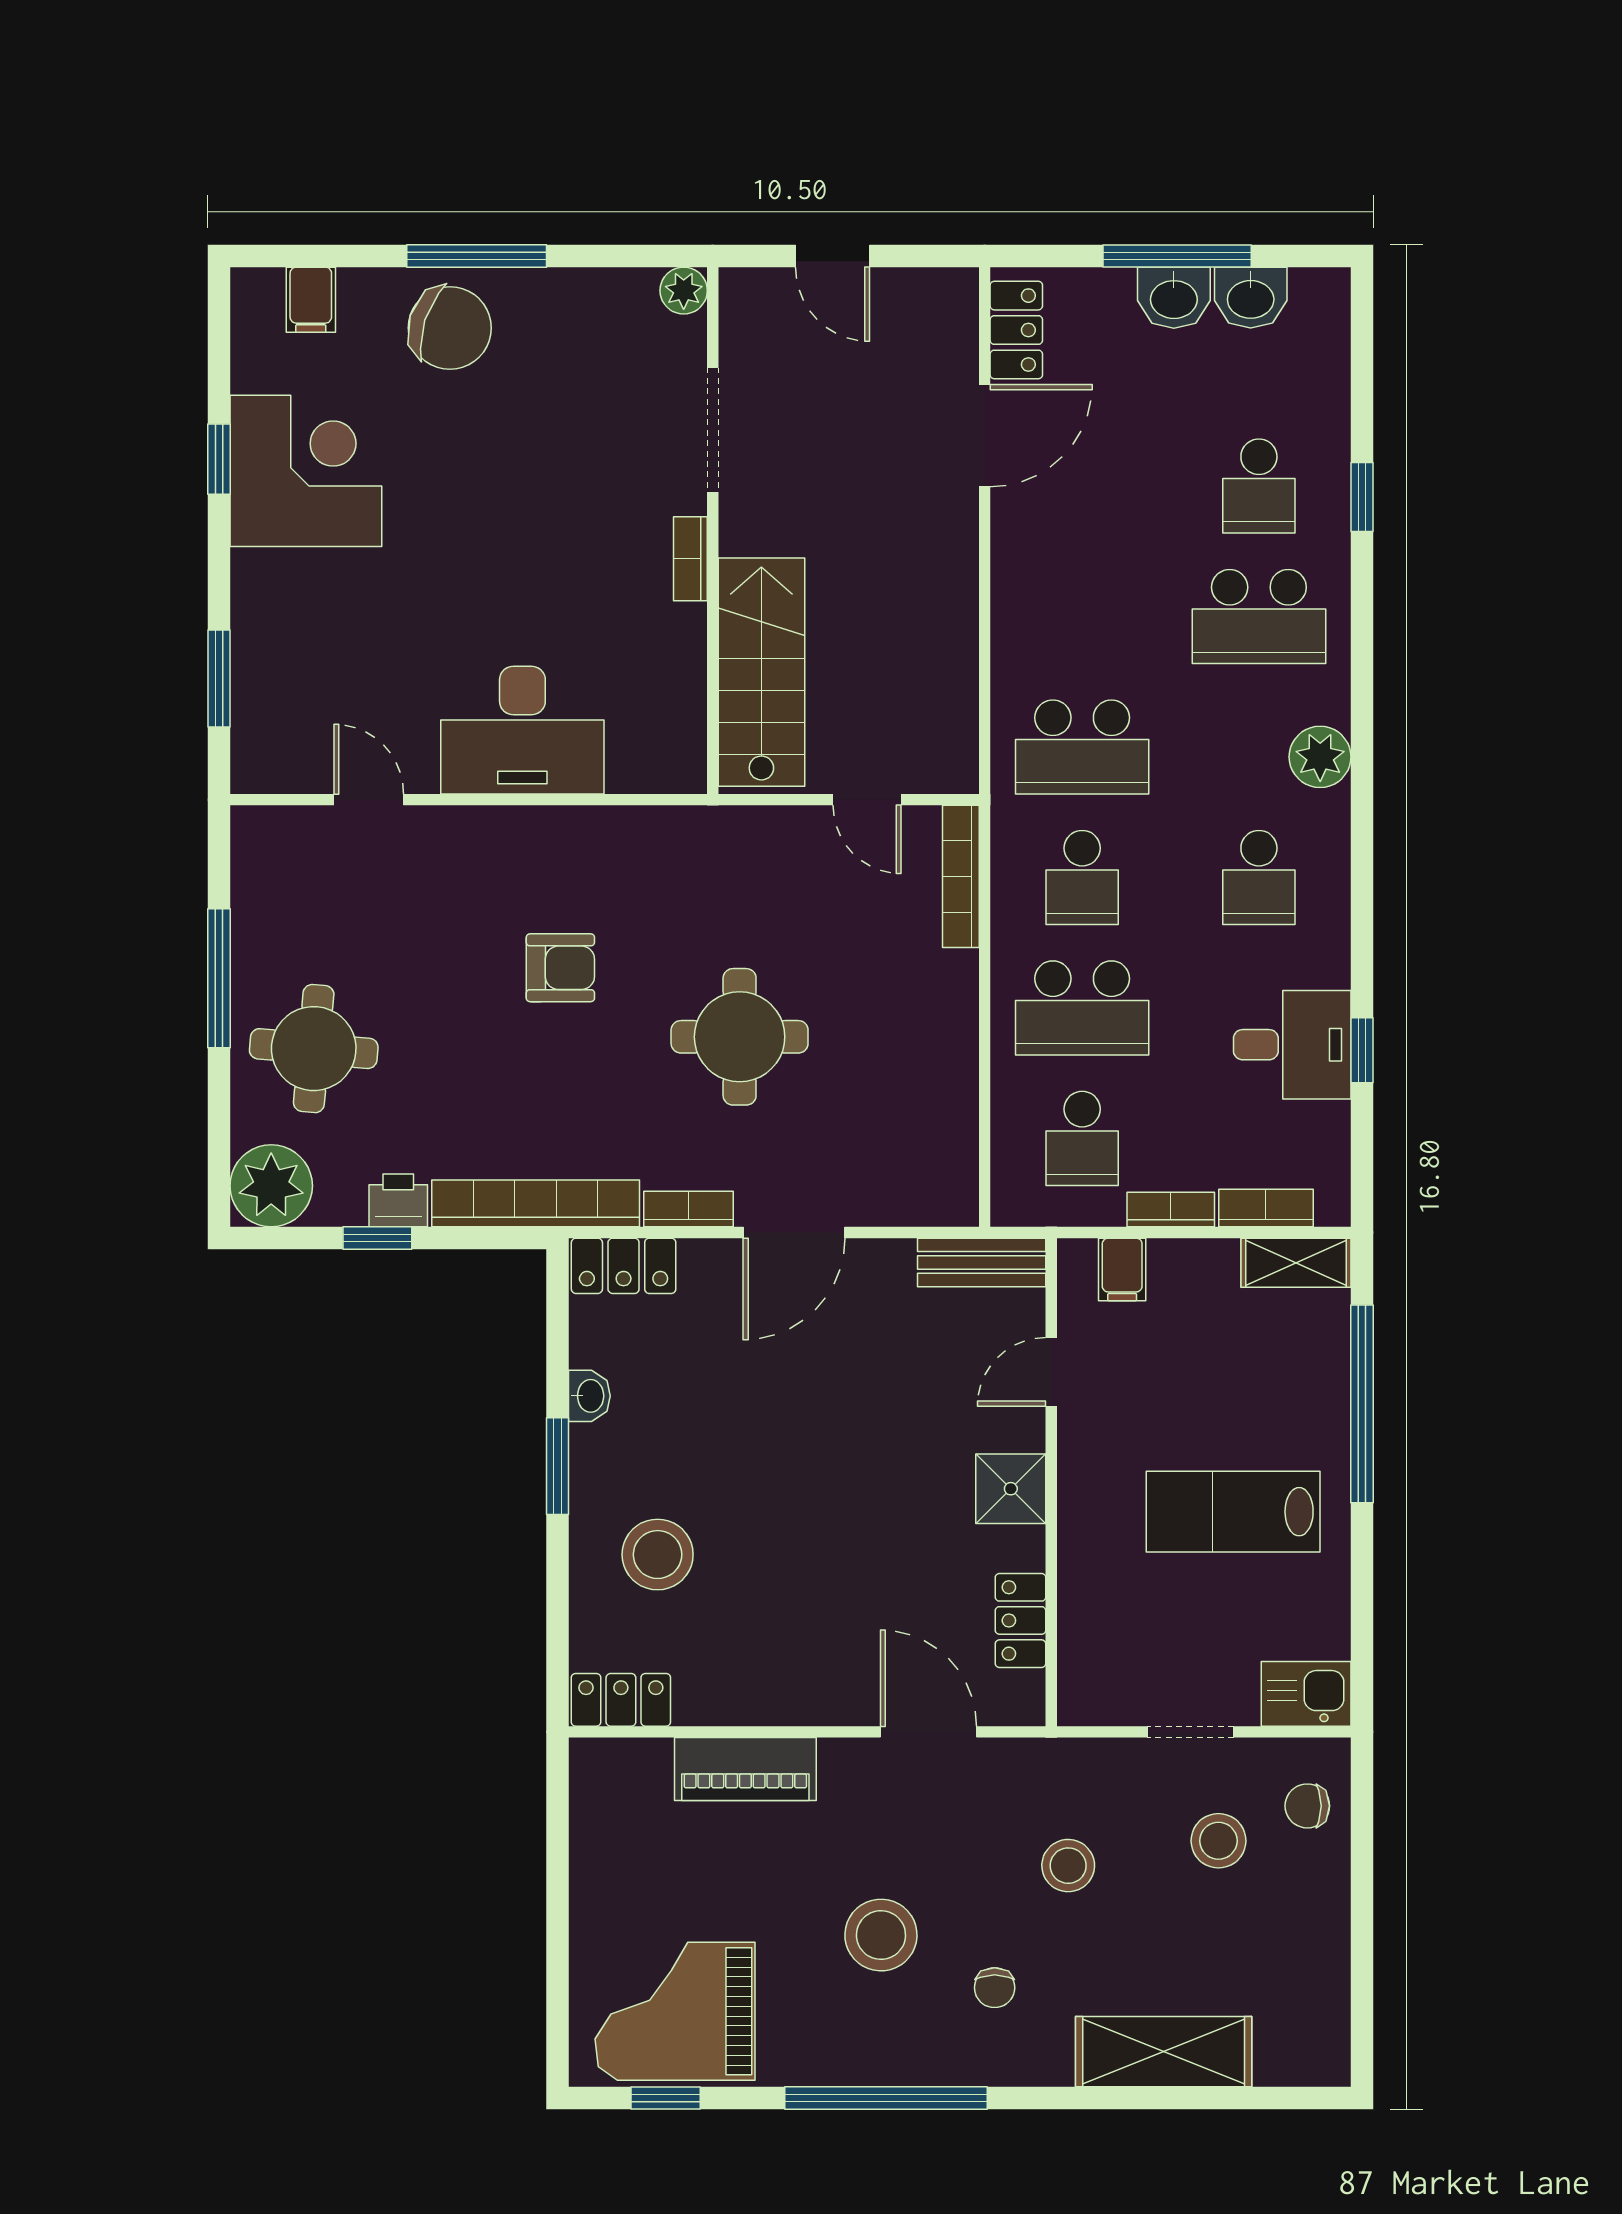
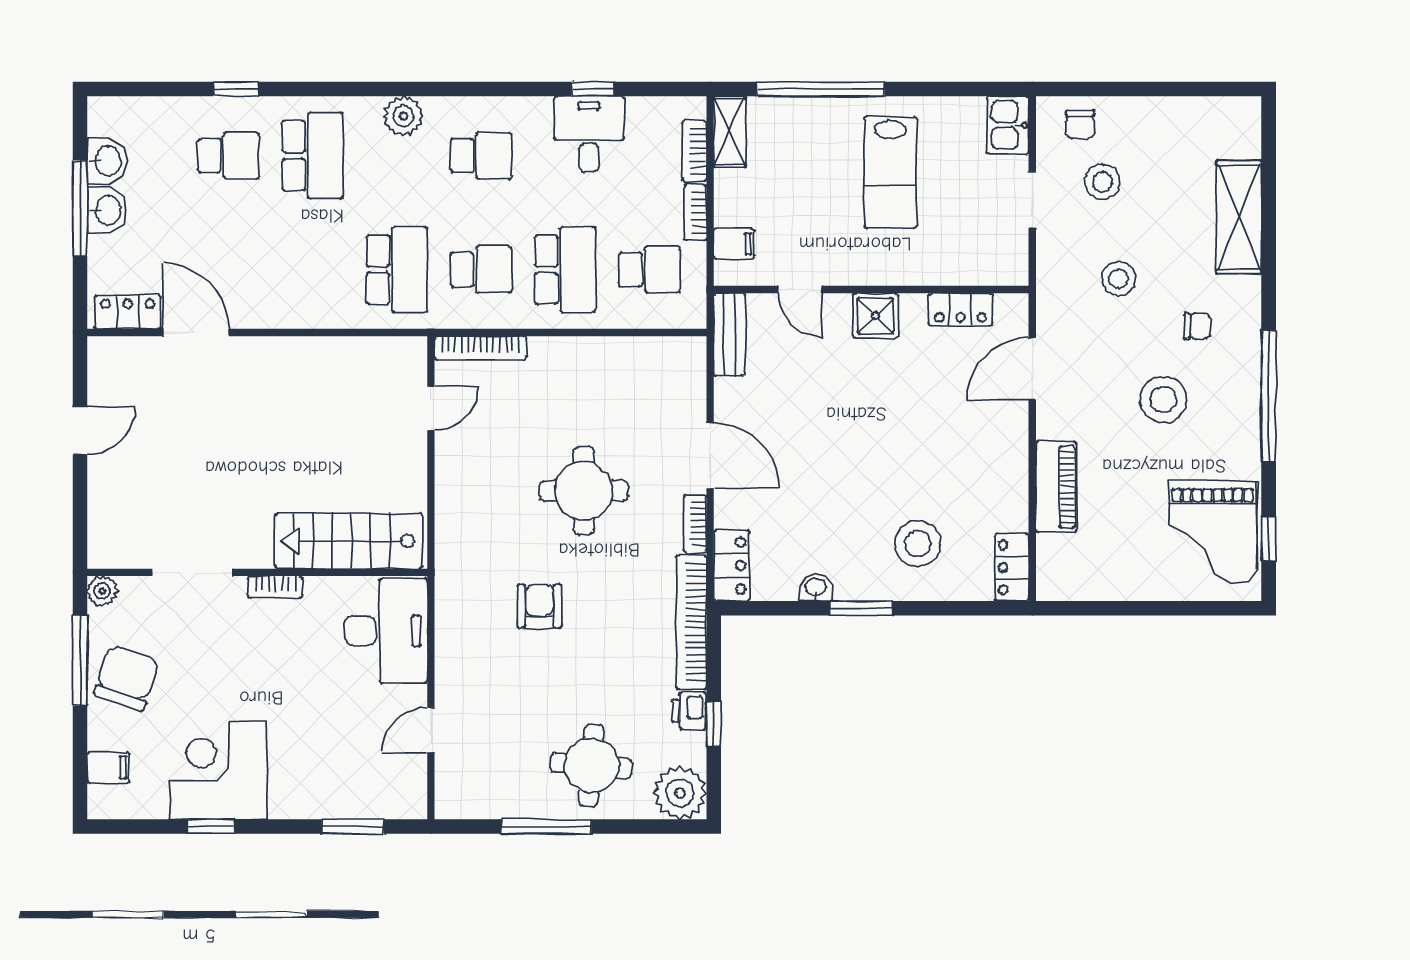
plant: (684, 291) -> (102, 591), moved
doorway: (713, 430) -> (192, 572), moved
wall: (713, 531) -> (257, 572), moved
bookcase: (690, 559) -> (275, 587), moved
stairs: (761, 672) -> (349, 541), moved

